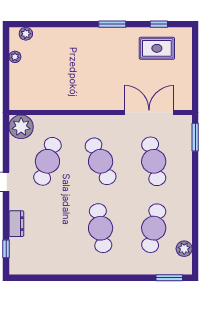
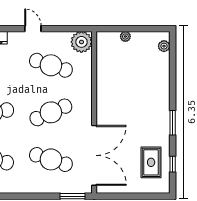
plant: (15, 57) -> (125, 36), moved
double door: (149, 112) -> (94, 155), width x1.36
cafe table: (154, 161) -> (51, 159), turned 30

